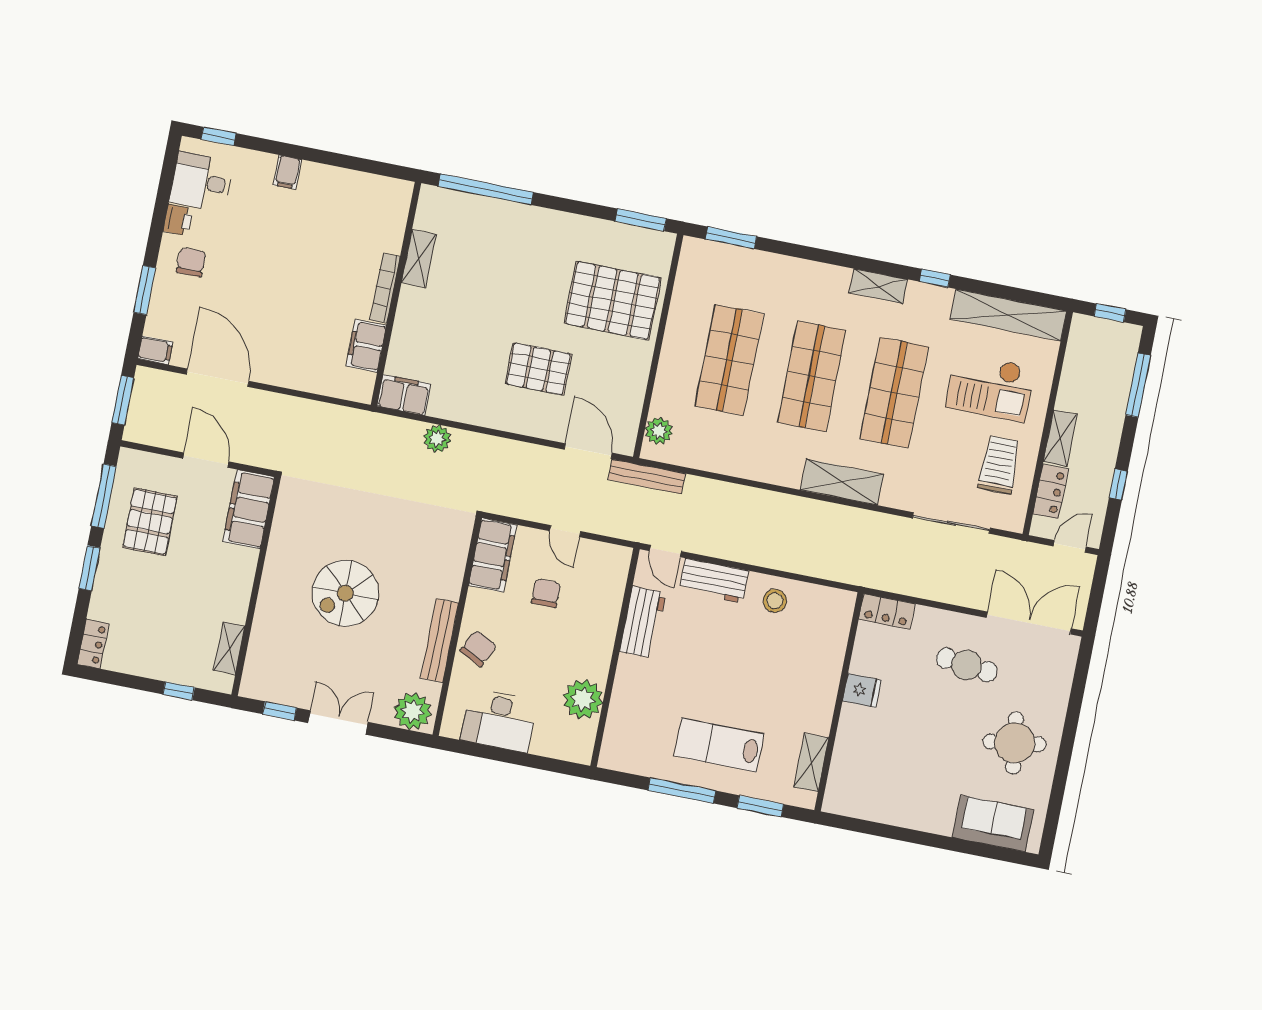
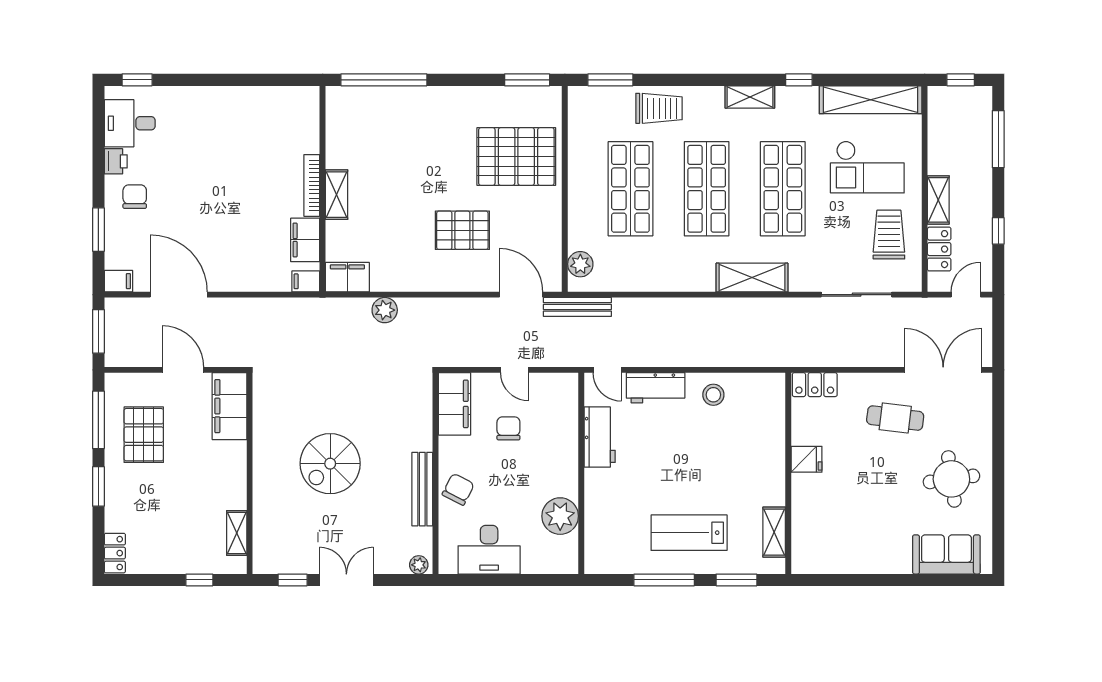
filing cabinet: (287, 172) -> (306, 281), moved, turned 90
shelving: (419, 259) -> (337, 195), moved
trolley: (777, 279) -> (659, 108), added
plant: (413, 711) -> (419, 565), width x0.53, depth x0.53

